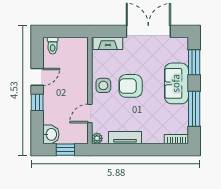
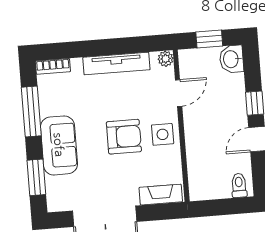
tv unit: (125, 138) -> (116, 64), width x1.41

